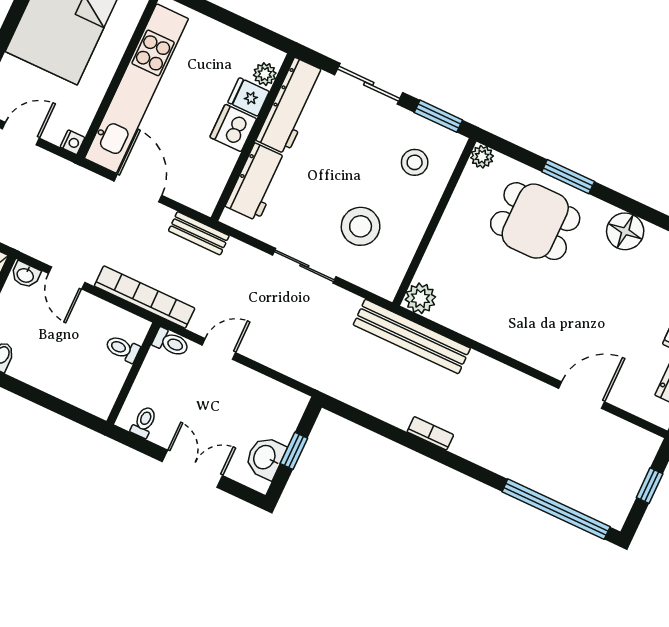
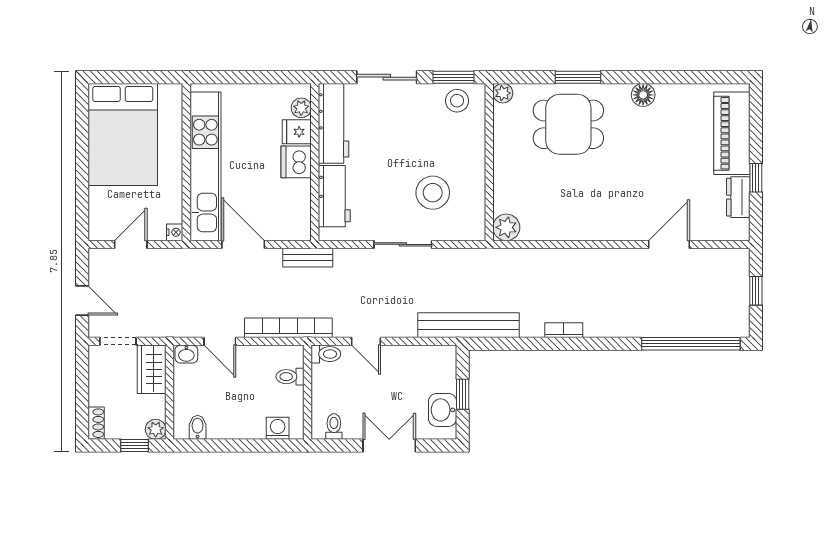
stool: (415, 162) -> (457, 101), moved
floor lamp: (625, 231) -> (643, 95), width x0.73, depth x0.73
bench: (412, 336) -> (468, 325), moved
door: (219, 349) -> (366, 341), swing flipped
washing machine: (85, 397) -> (278, 428), added

